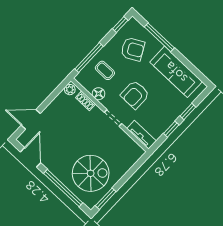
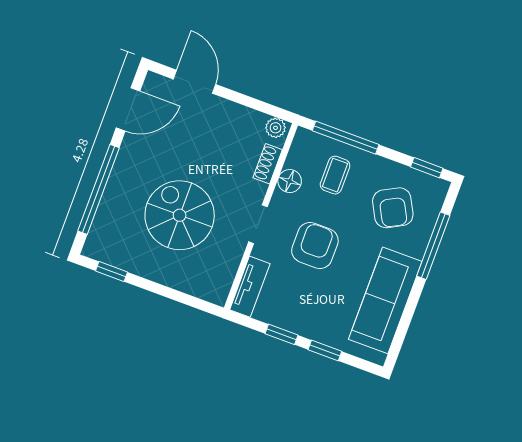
armchair: (135, 95) -> (315, 246), turned 90
spiral stairs: (91, 173) -> (180, 215), moved, turned 180
window: (106, 199) -> (112, 272), width x0.67

